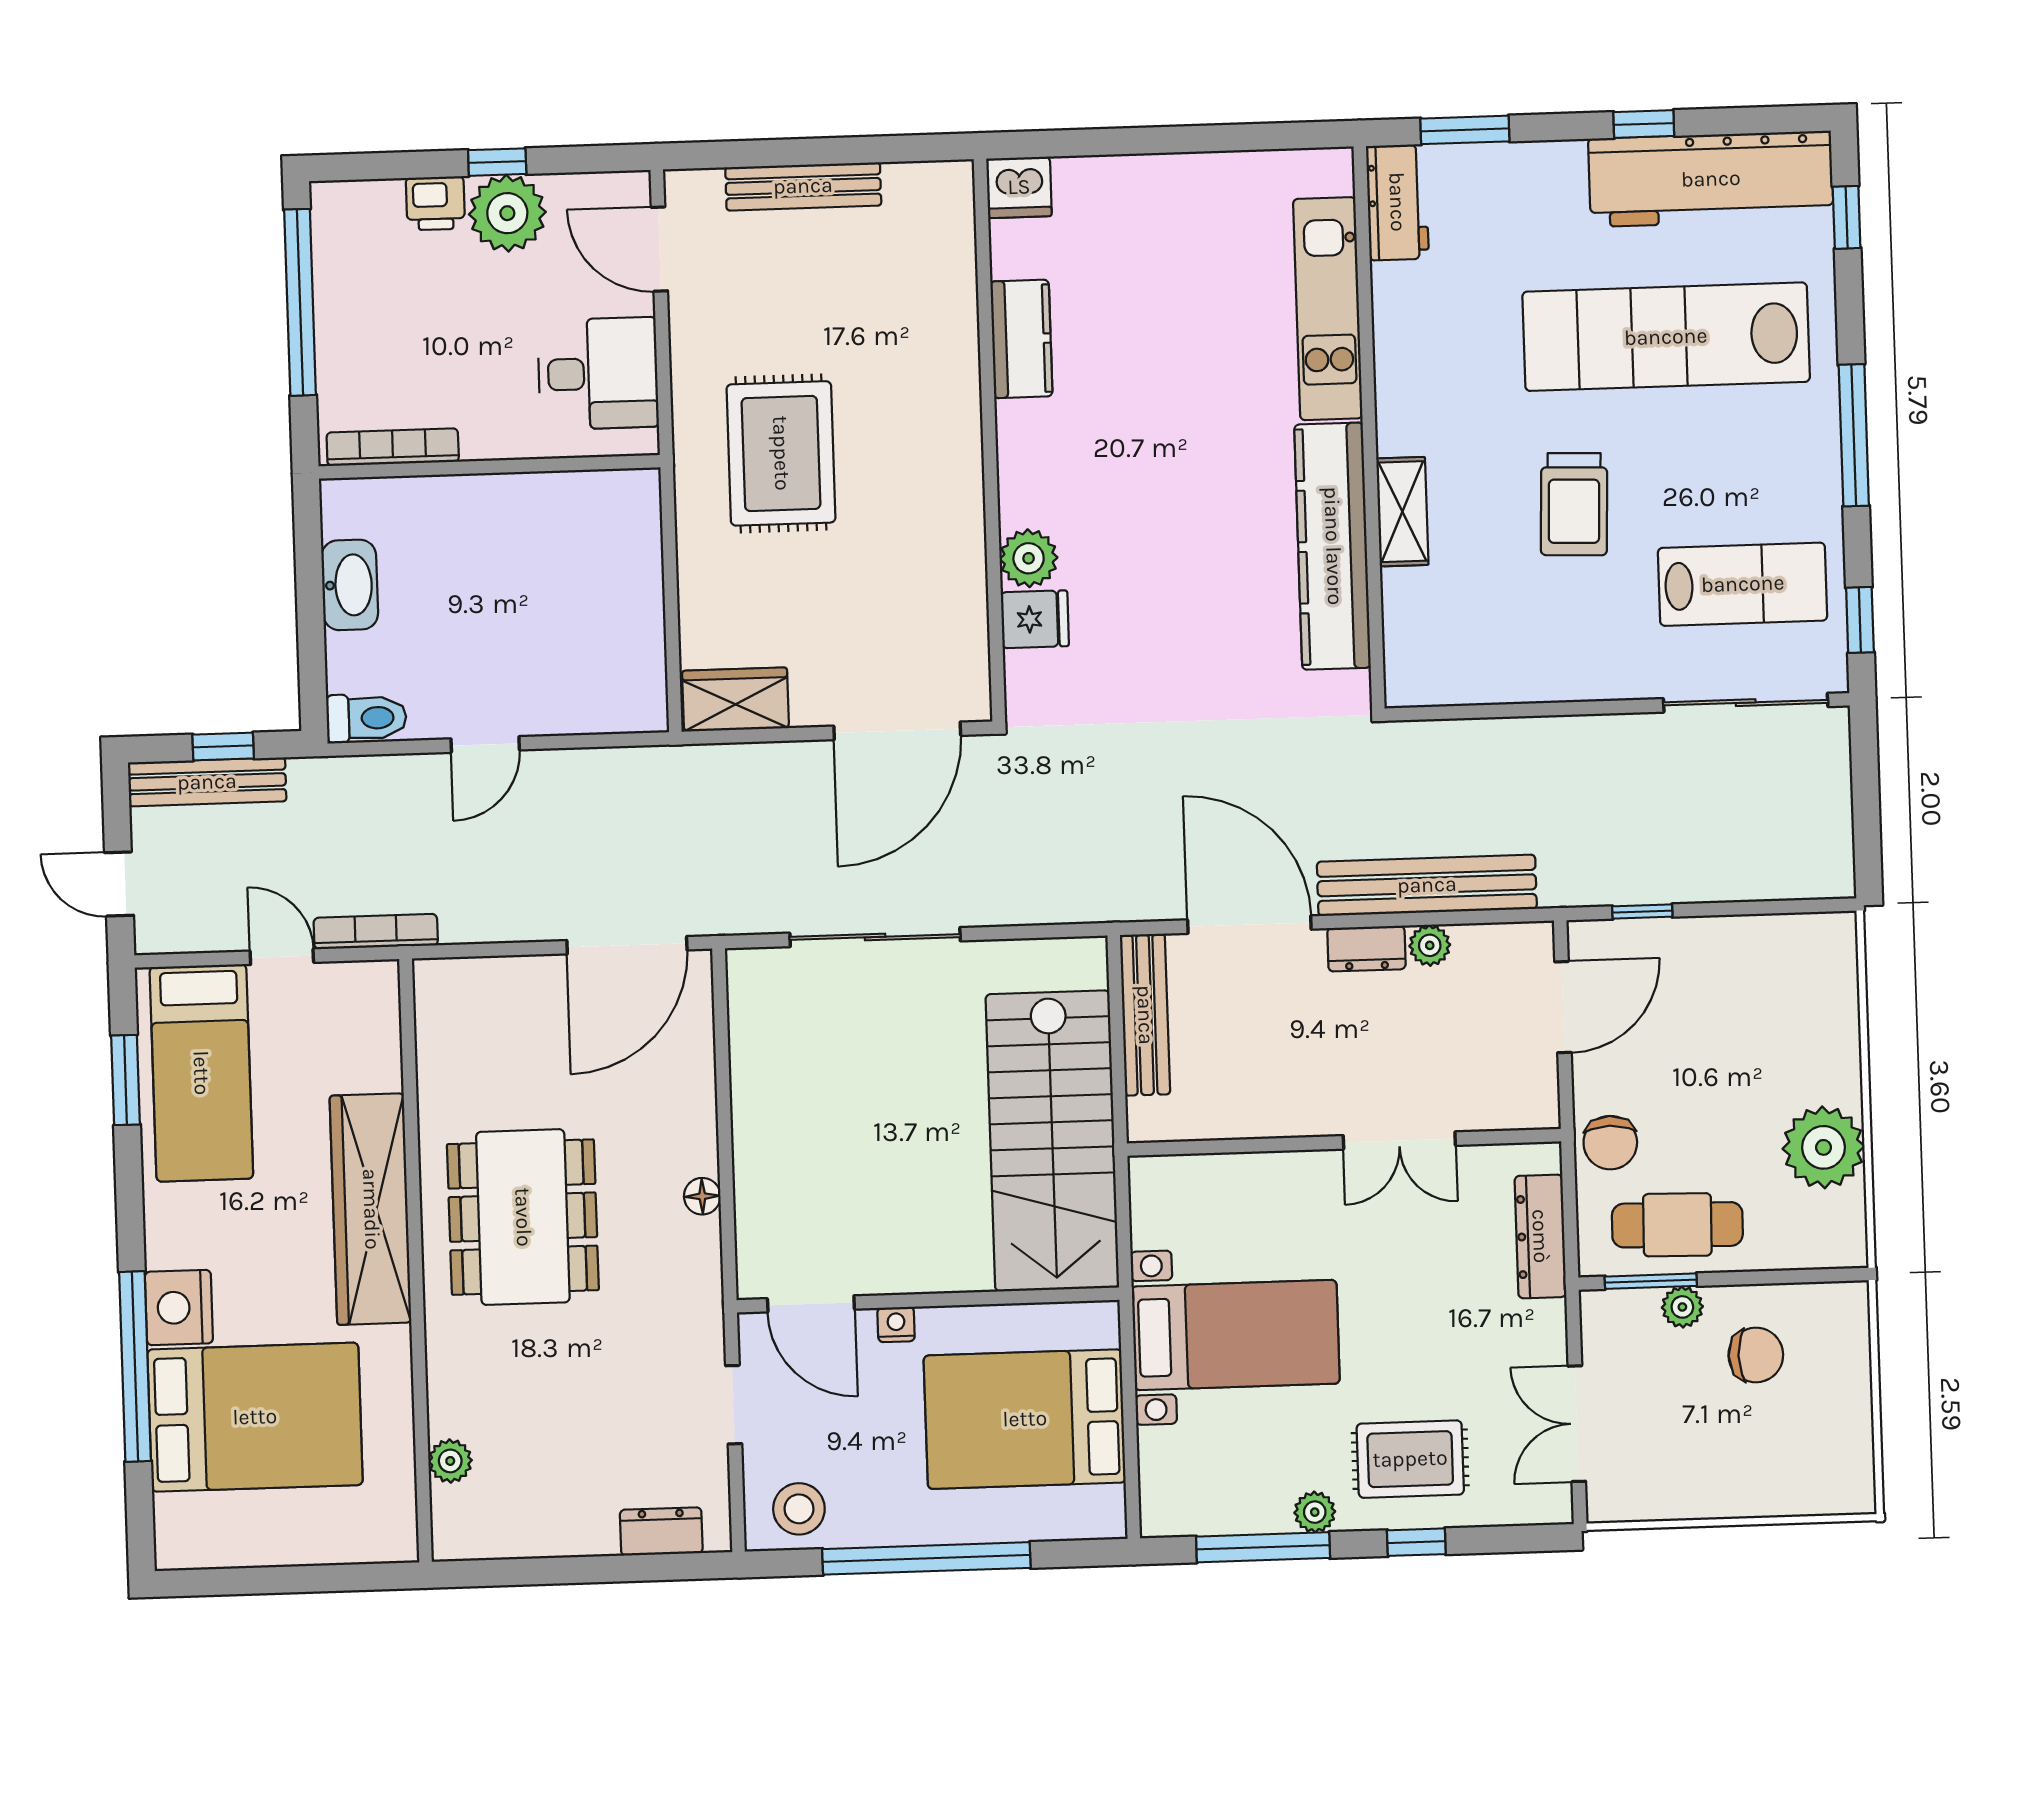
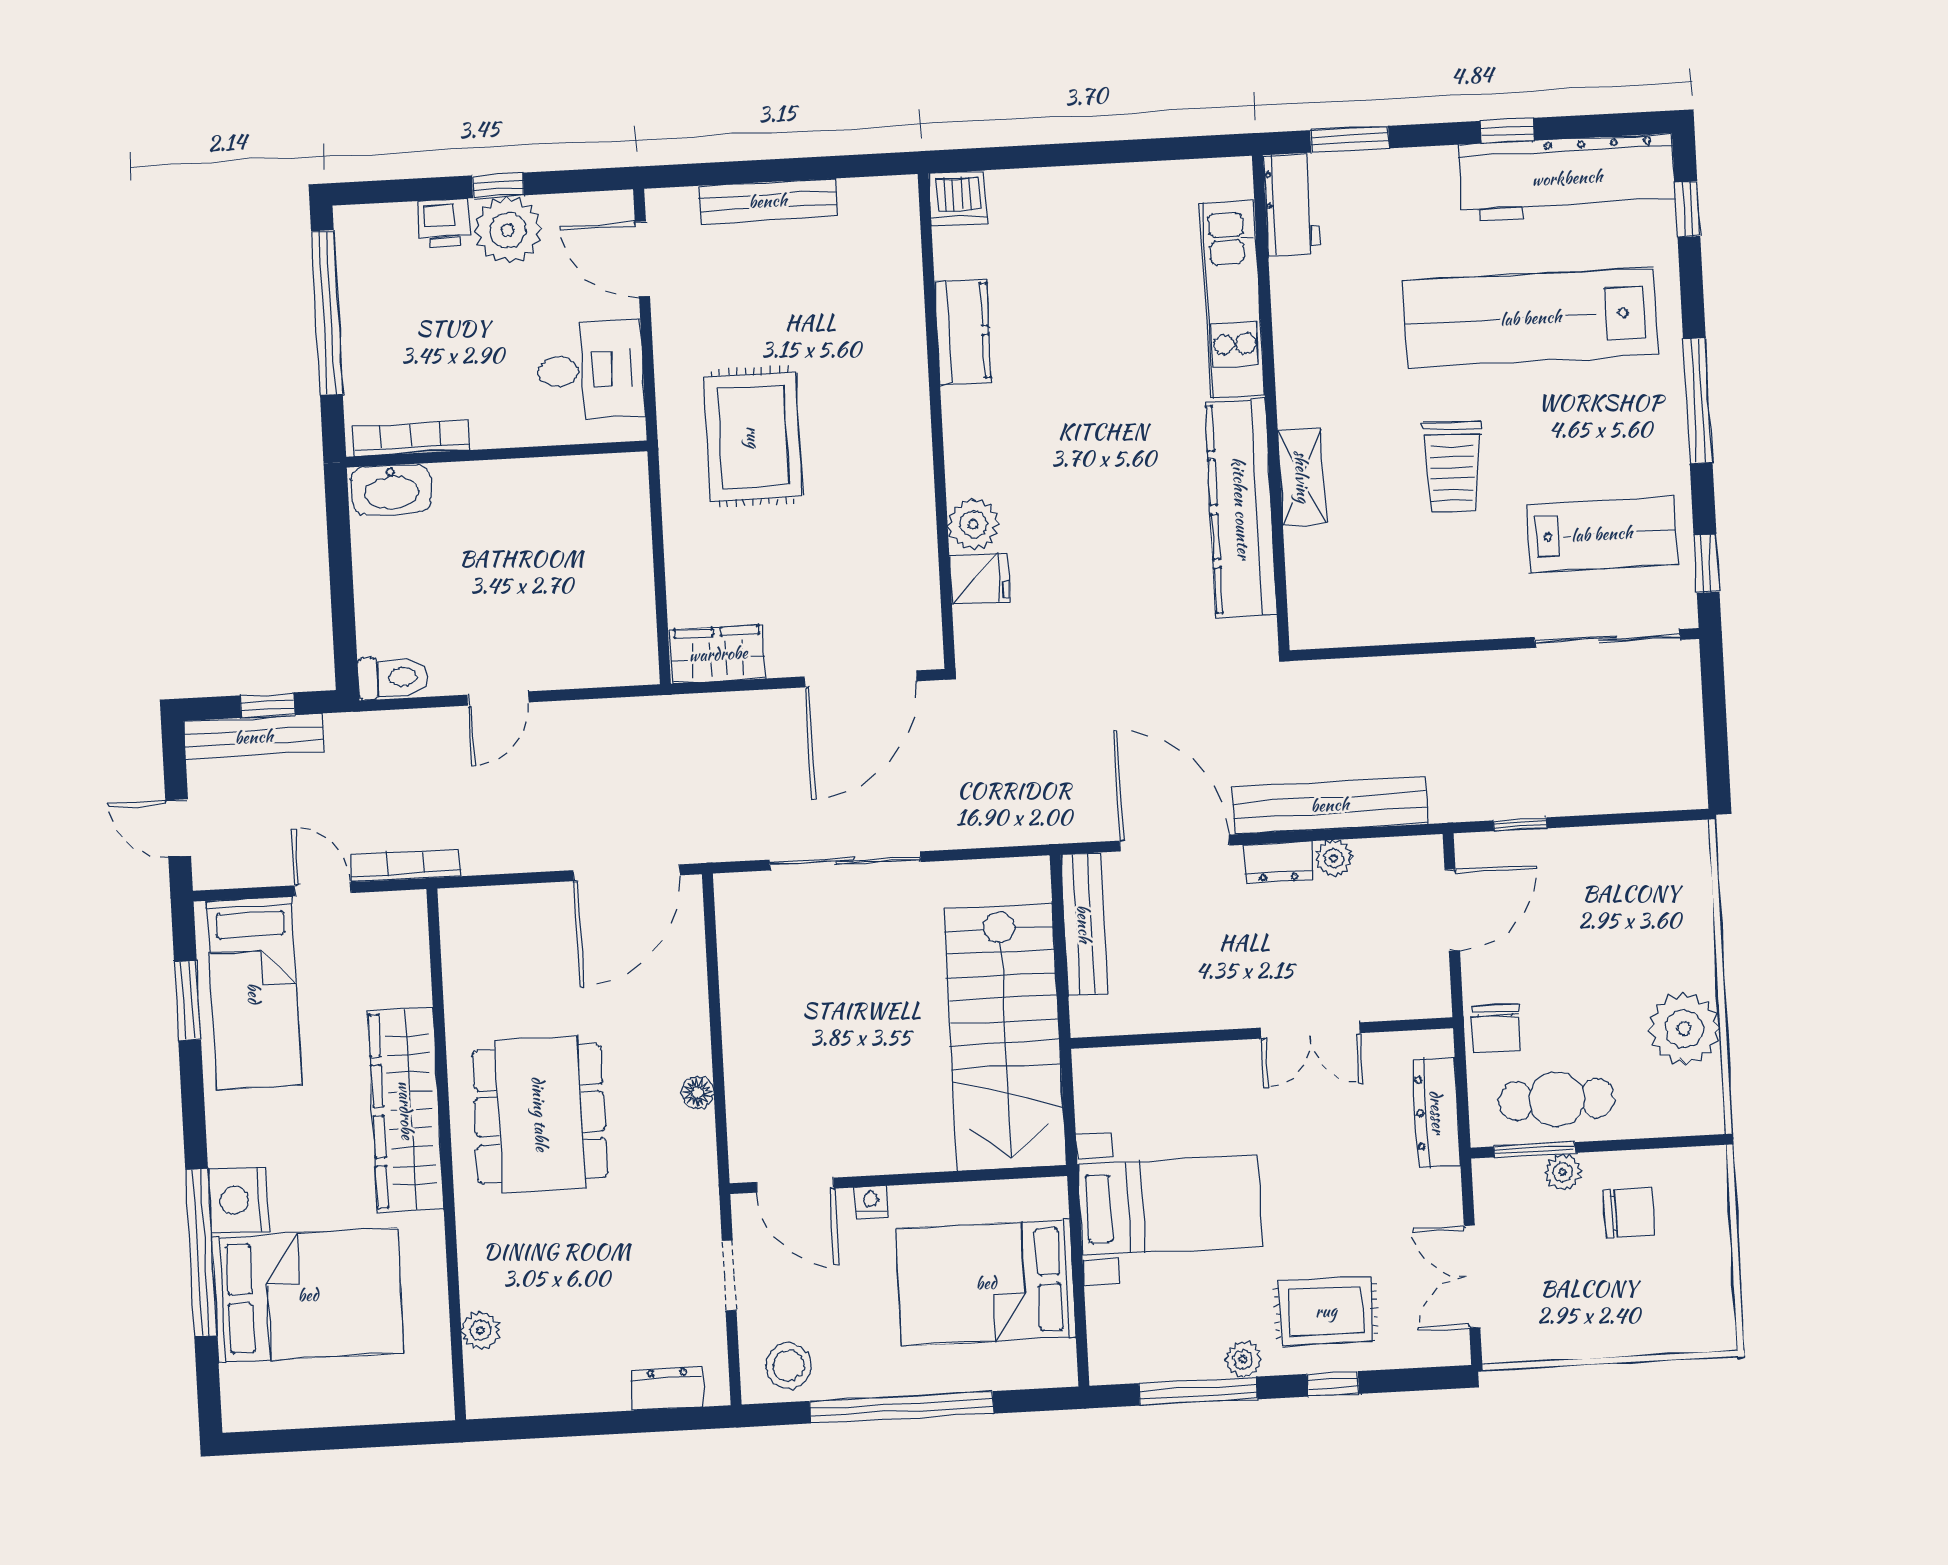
washbasin: (350, 585) -> (391, 489), moved, turned 90

